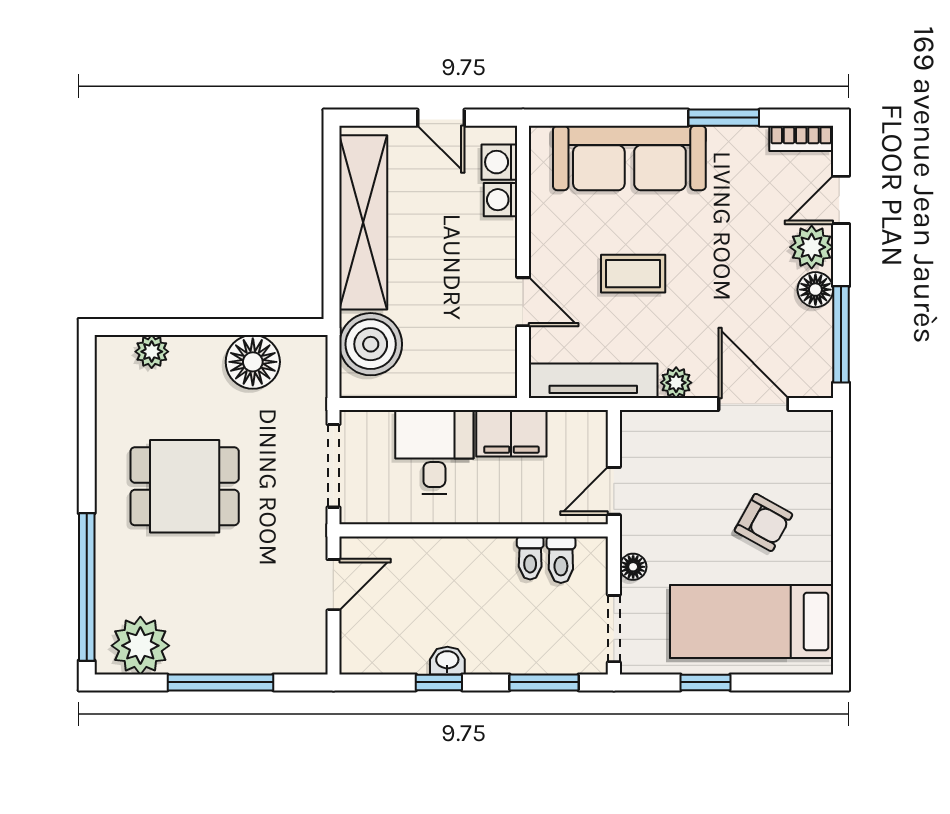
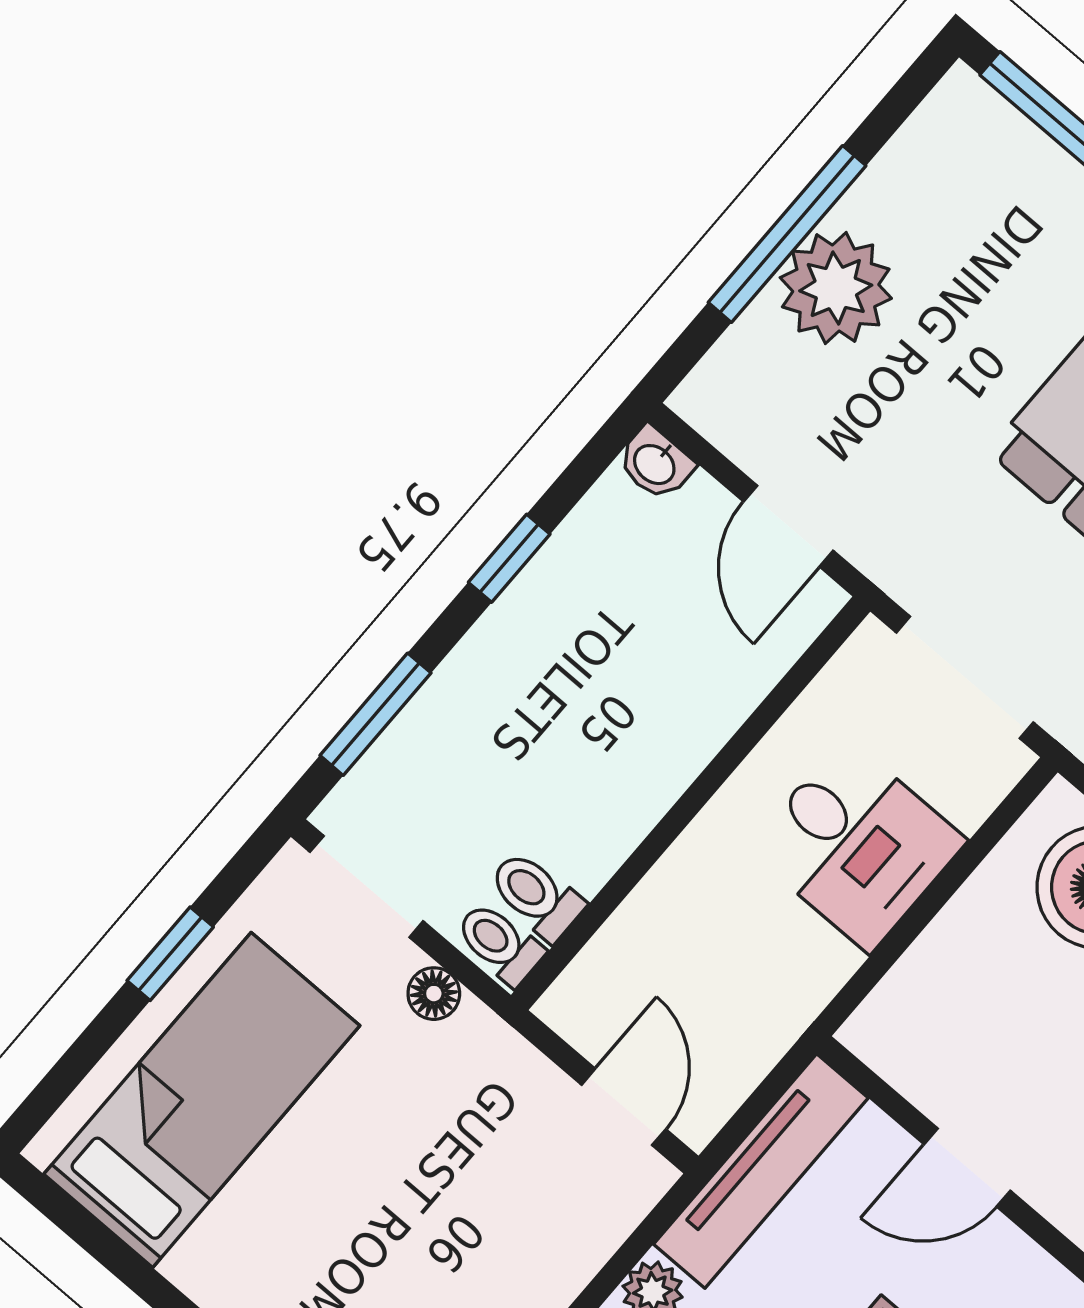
filing cabinet: (511, 433) -> (787, 983), removed
door: (614, 491) -> (624, 1107), moved
armchair: (763, 522) -> (334, 1243), removed
toilet: (530, 558) -> (500, 943), moved
plant: (140, 646) -> (836, 288), moved
washbasin: (447, 661) -> (655, 463), moved, turned 90

